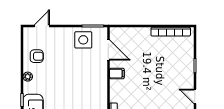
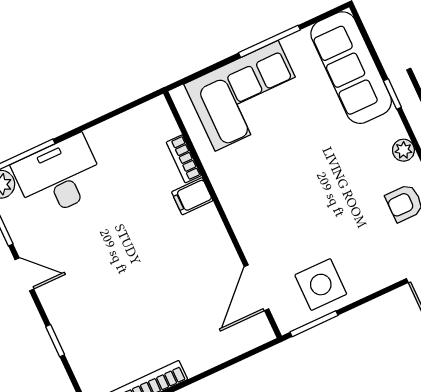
door: (108, 50) -> (256, 288), hinge flipped
filing cabinet: (117, 74) -> (192, 196), moved

